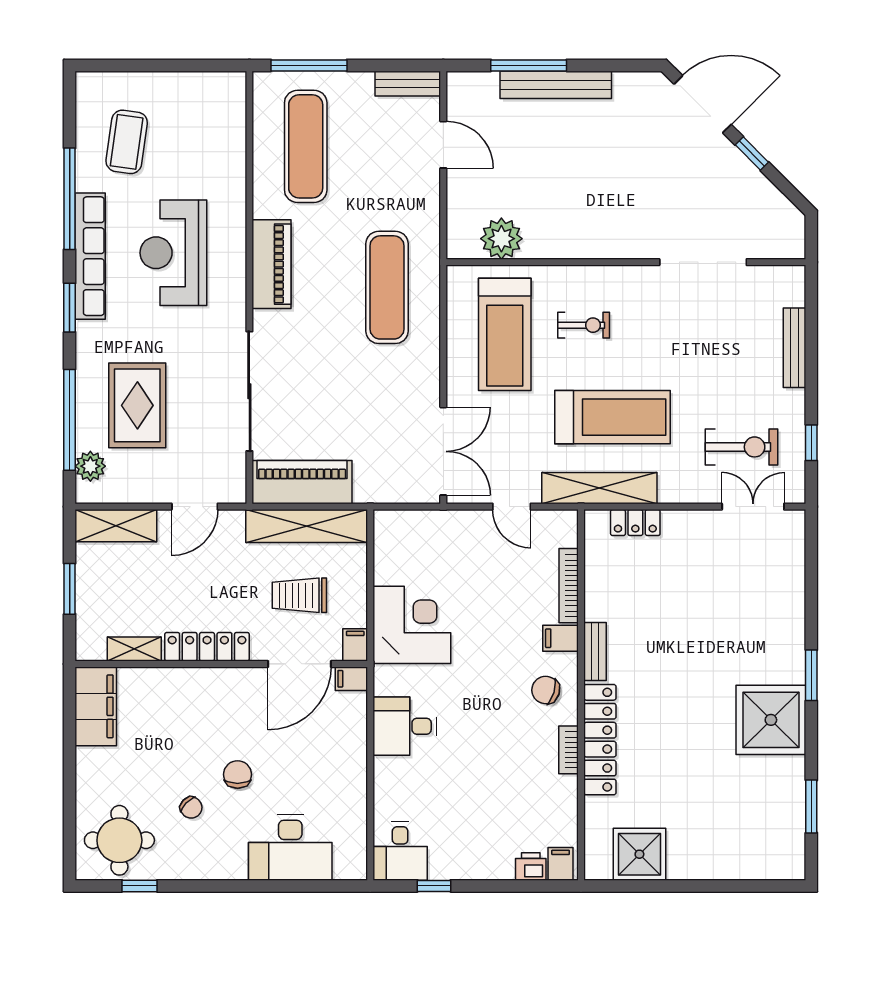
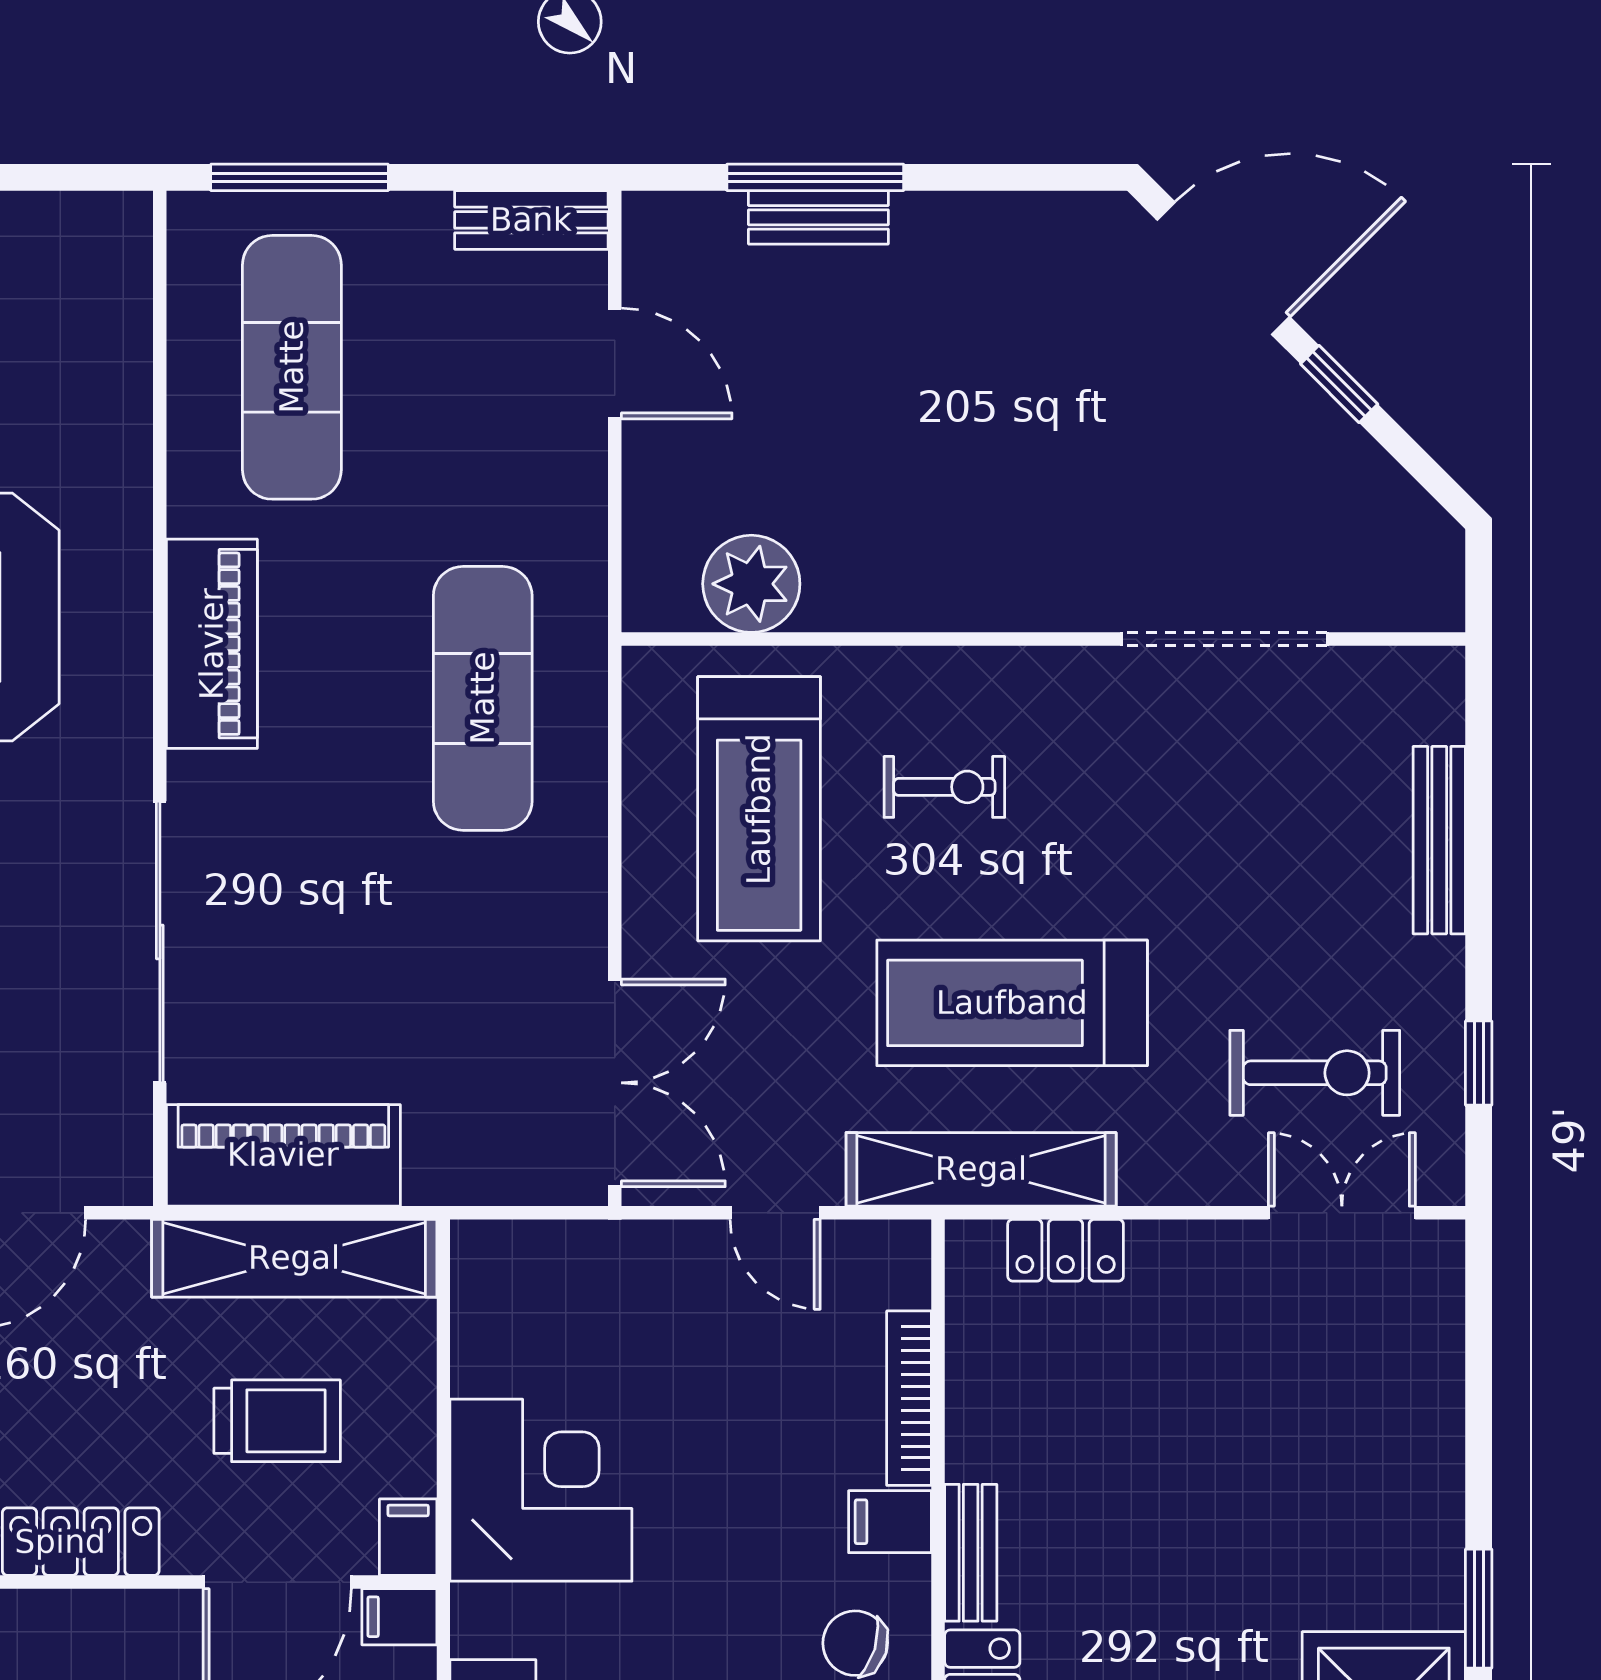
bench: (556, 85) -> (818, 217), width x0.54, depth x0.82
treadmill: (613, 417) -> (1012, 1003), turned 180
trolley: (299, 595) -> (277, 1421), turned 180

